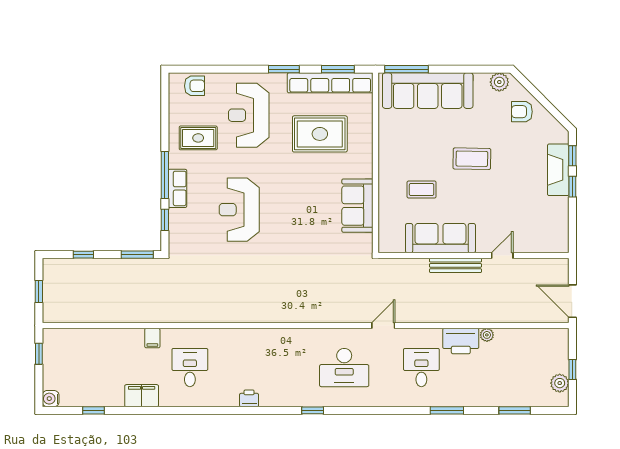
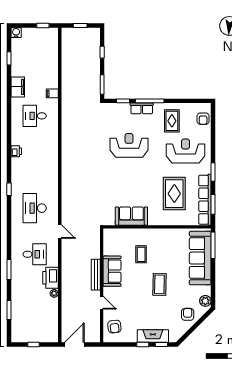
armchair: (542, 234) -> (114, 327), added
sofa: (440, 238) -> (112, 271), width x0.73
desk: (190, 368) -> (35, 116), turned 180
plant: (560, 383) -> (25, 337), removed

